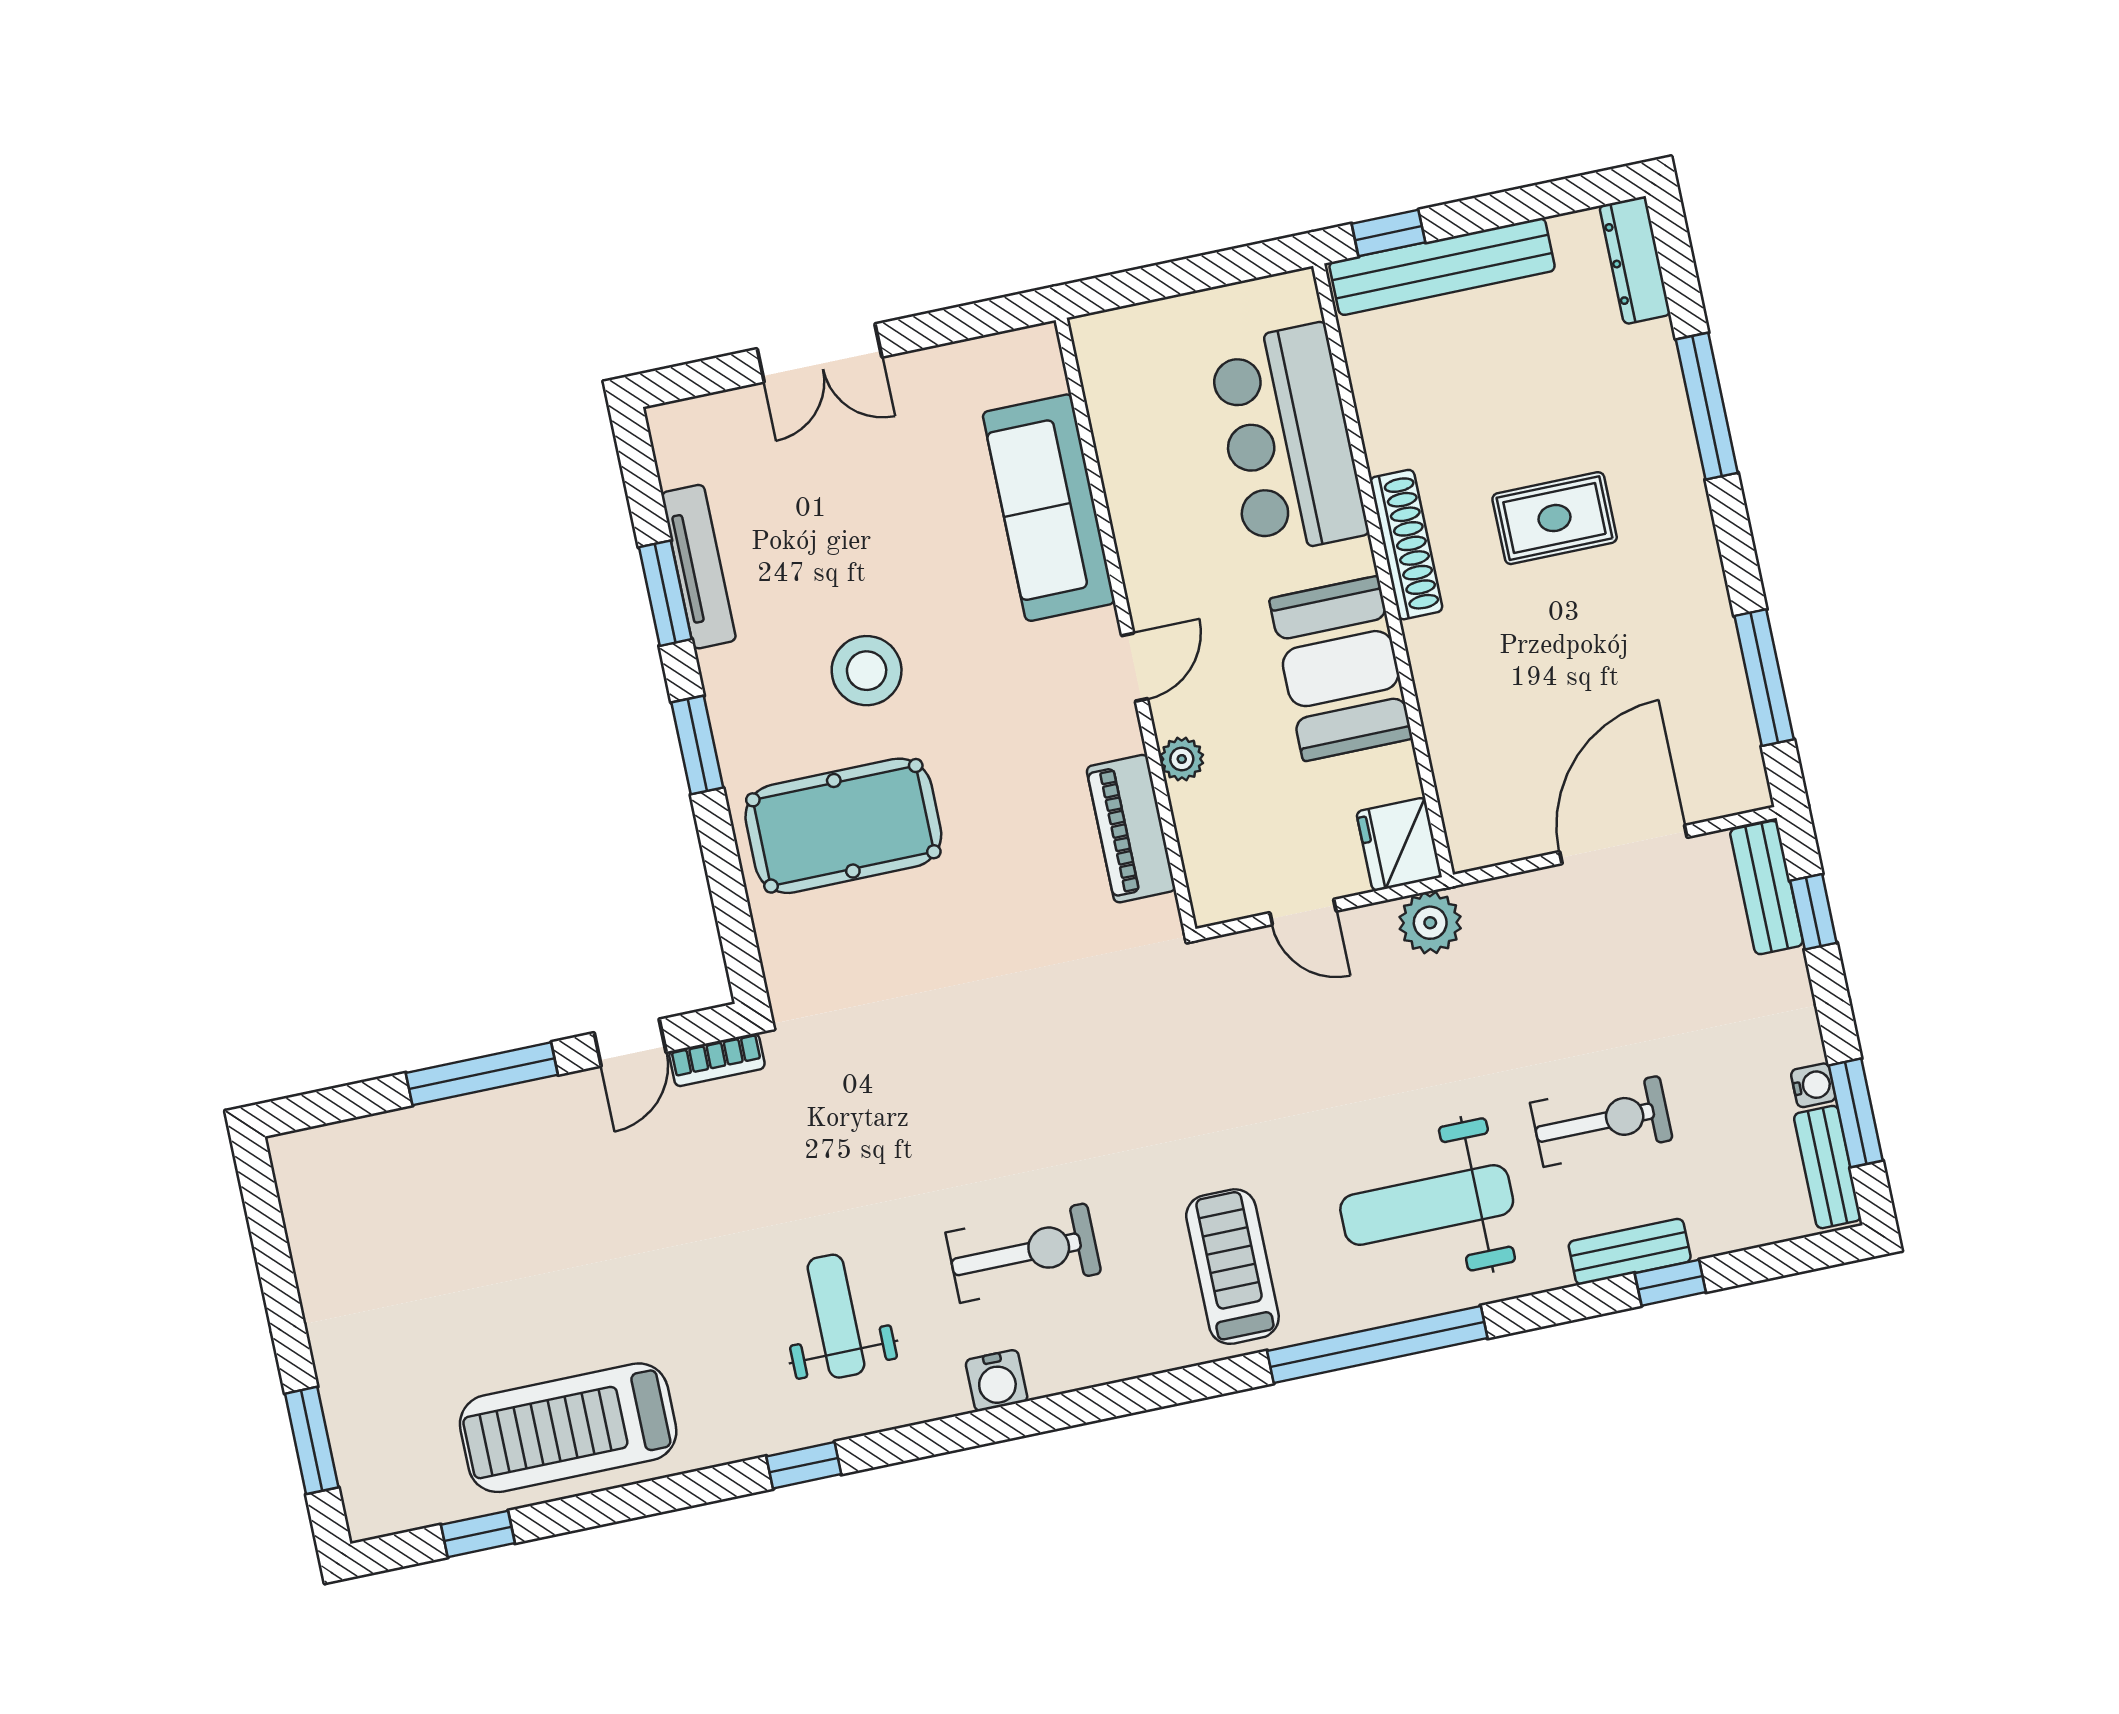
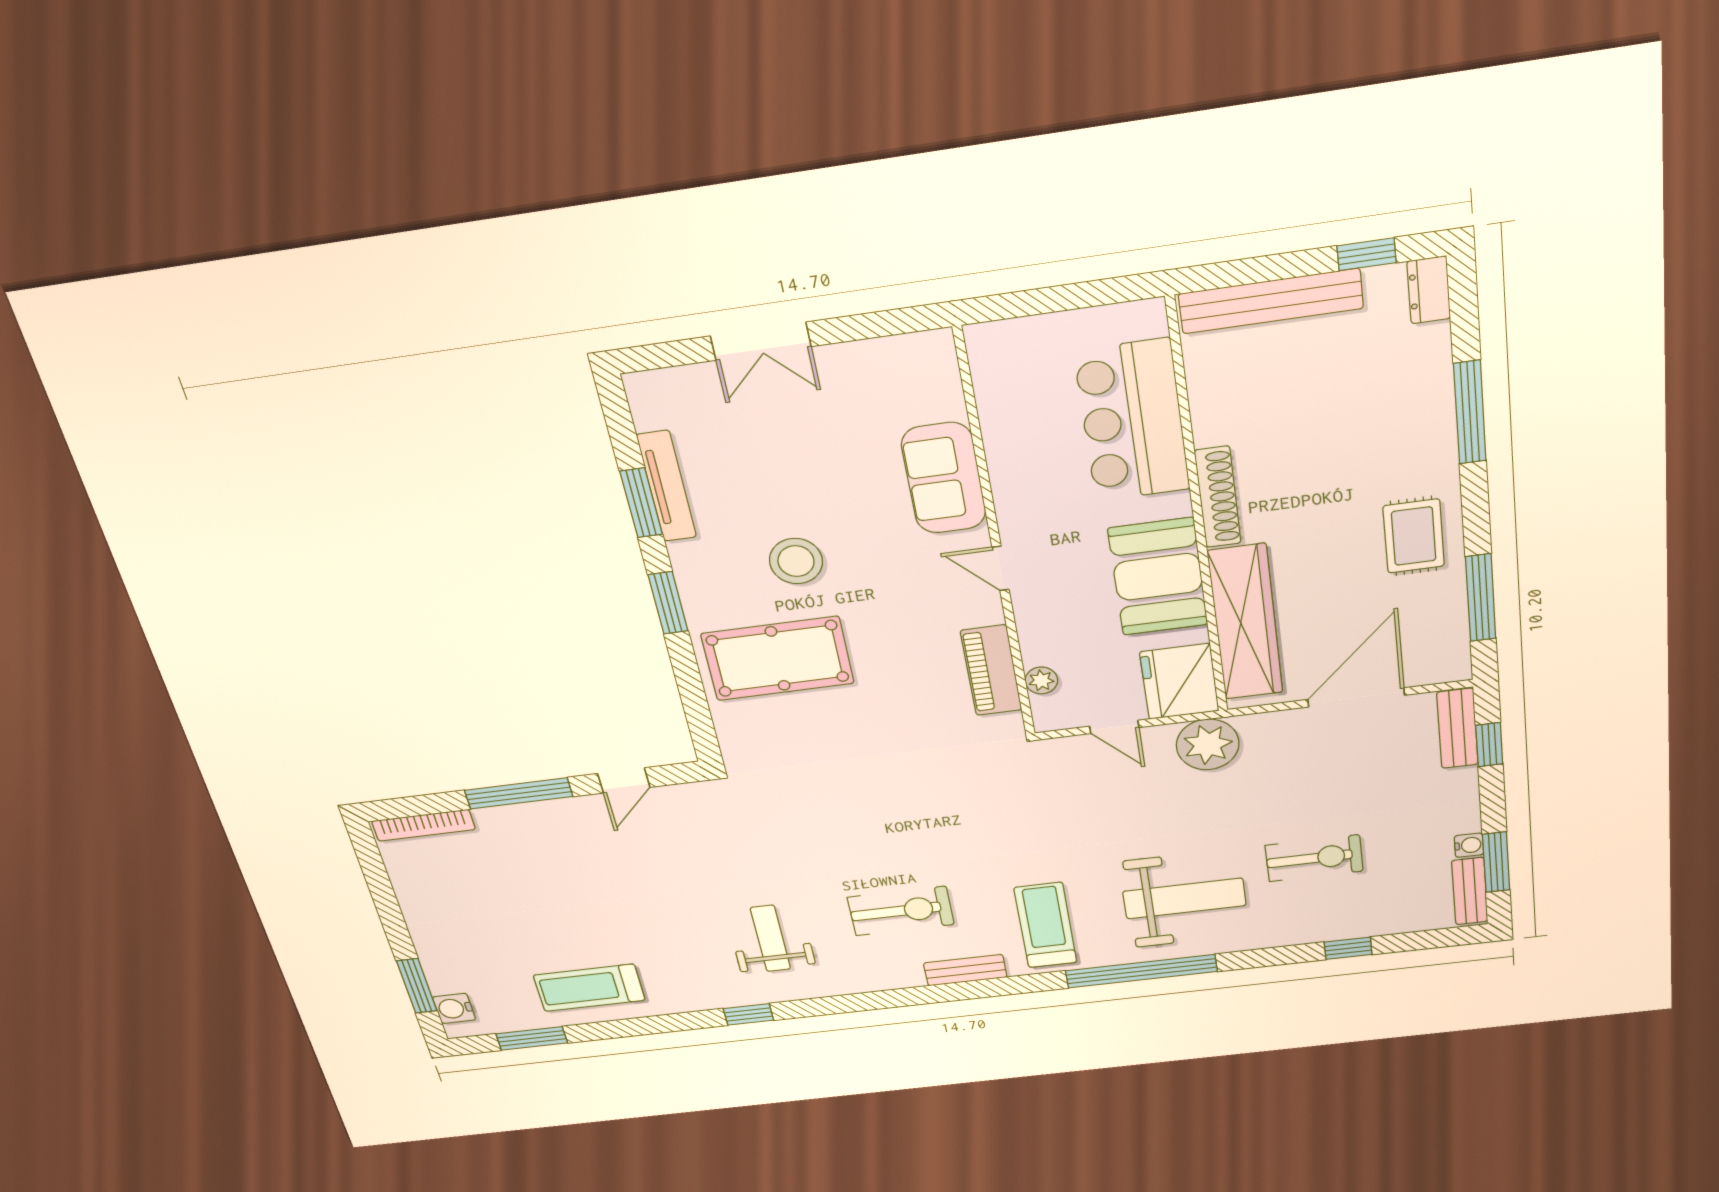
window: (1388, 233) -> (1367, 254), moved
dresser: (1635, 260) -> (1429, 290), width x0.70
sofa: (1049, 508) -> (944, 478), width x0.73
rug: (1555, 518) -> (1414, 536), moved, turned 90
door: (1135, 667) -> (1001, 568), swing flipped
wardrobe: (1462, 733) -> (1245, 622), added
plant: (1182, 759) -> (1041, 680), moved
fridge: (1399, 844) -> (1179, 681), width x1.36, depth x1.34
plant: (1430, 923) -> (1208, 744), width x1.36, depth x1.36
bookcase: (717, 1060) -> (423, 825), moved, width x1.56
weight bench: (1427, 1205) -> (1184, 898), turned 180
bench: (1630, 1252) -> (965, 970), moved
water cooler: (997, 1381) -> (454, 1008), moved, turned 90
treadmill: (568, 1428) -> (589, 988), width x0.73, depth x0.73
window: (478, 1534) -> (532, 1038), width x1.50

